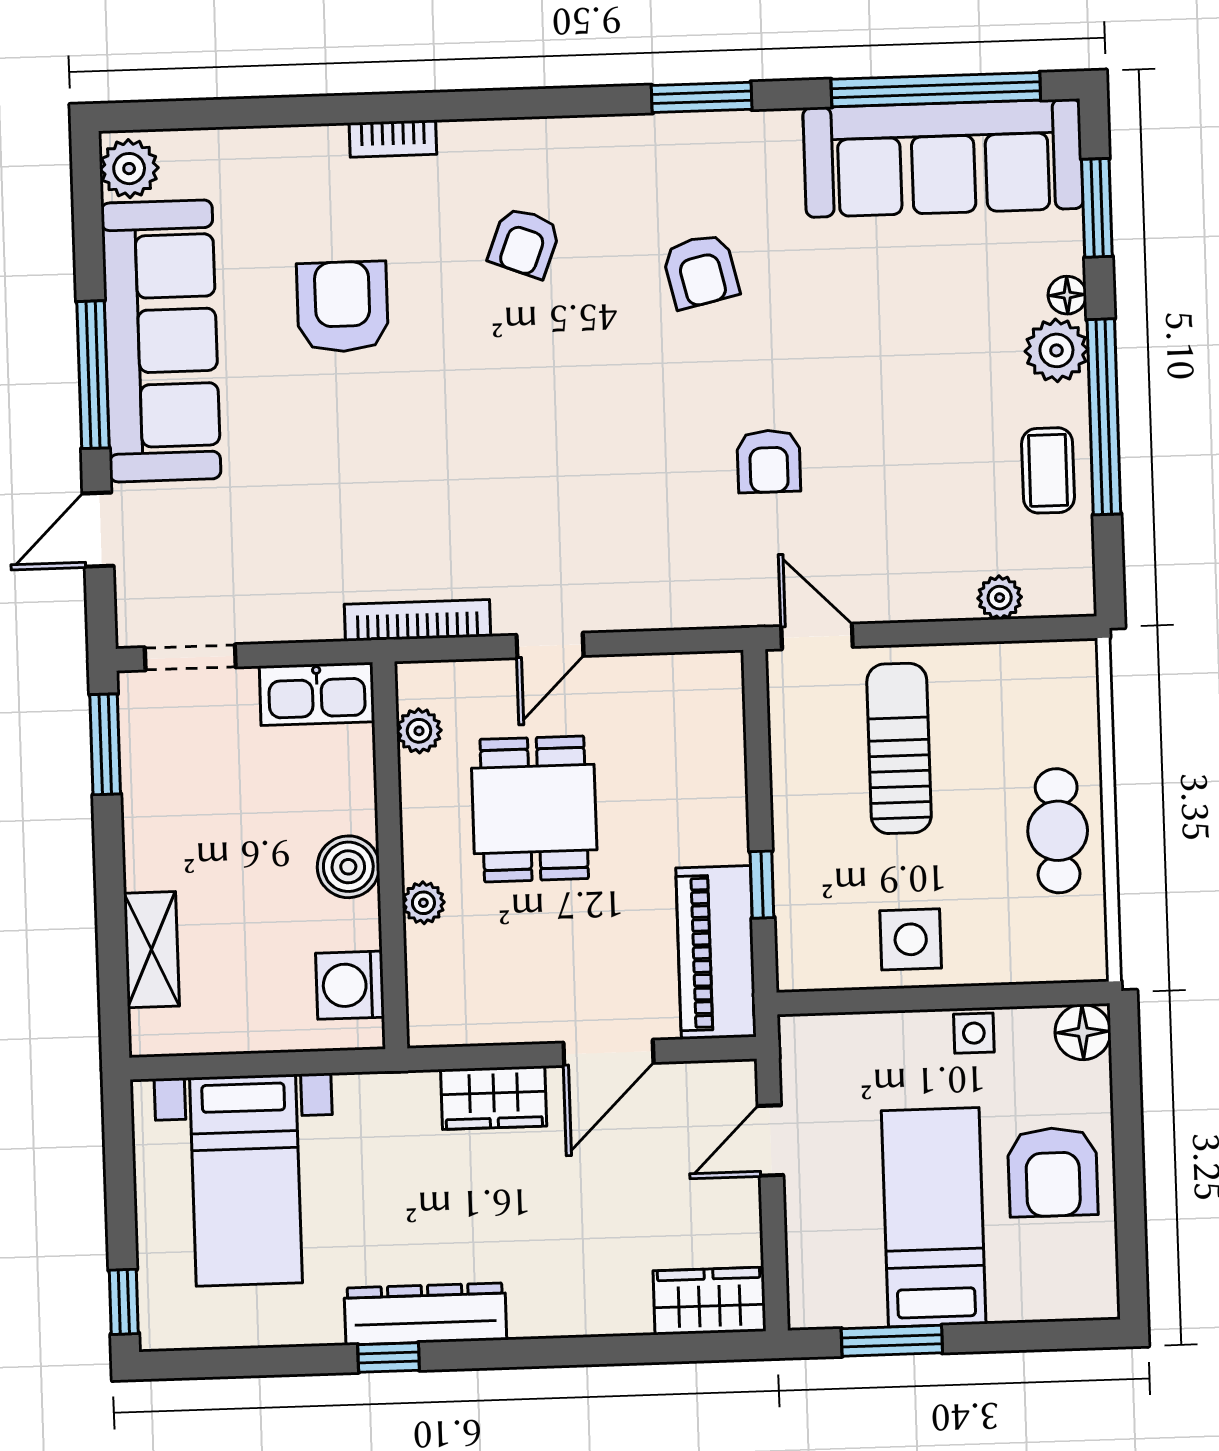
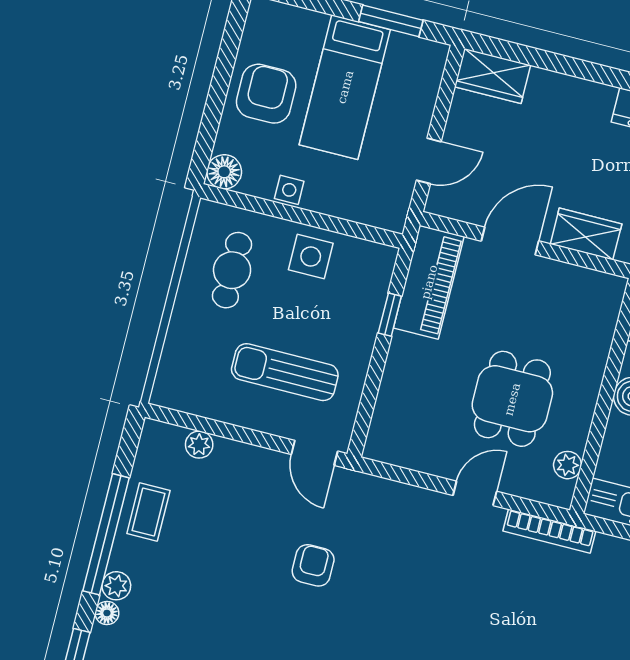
plant: (1056, 350) -> (116, 586), width x0.73, depth x0.73
sun lounger: (899, 748) -> (285, 372), turned 90
cafe table: (1058, 831) -> (232, 270), moved
plant: (423, 903) -> (594, 362), removed

